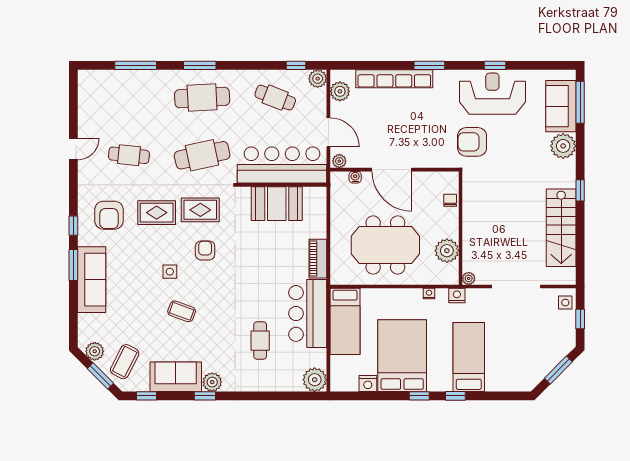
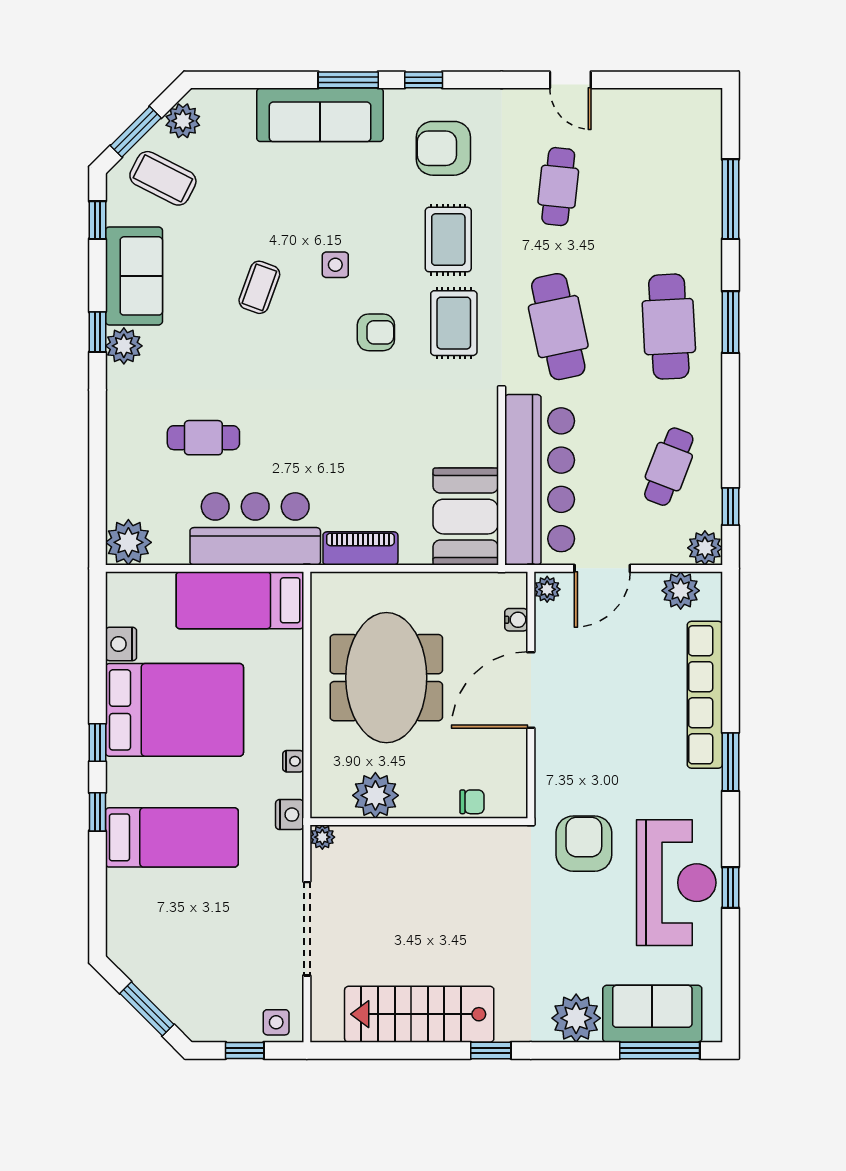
booth: (277, 204) -> (466, 517), moved

